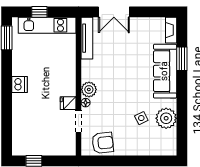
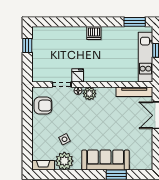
fireplace: (171, 30) -> (43, 165), moved
armchair: (103, 143) -> (43, 106), turned -84

